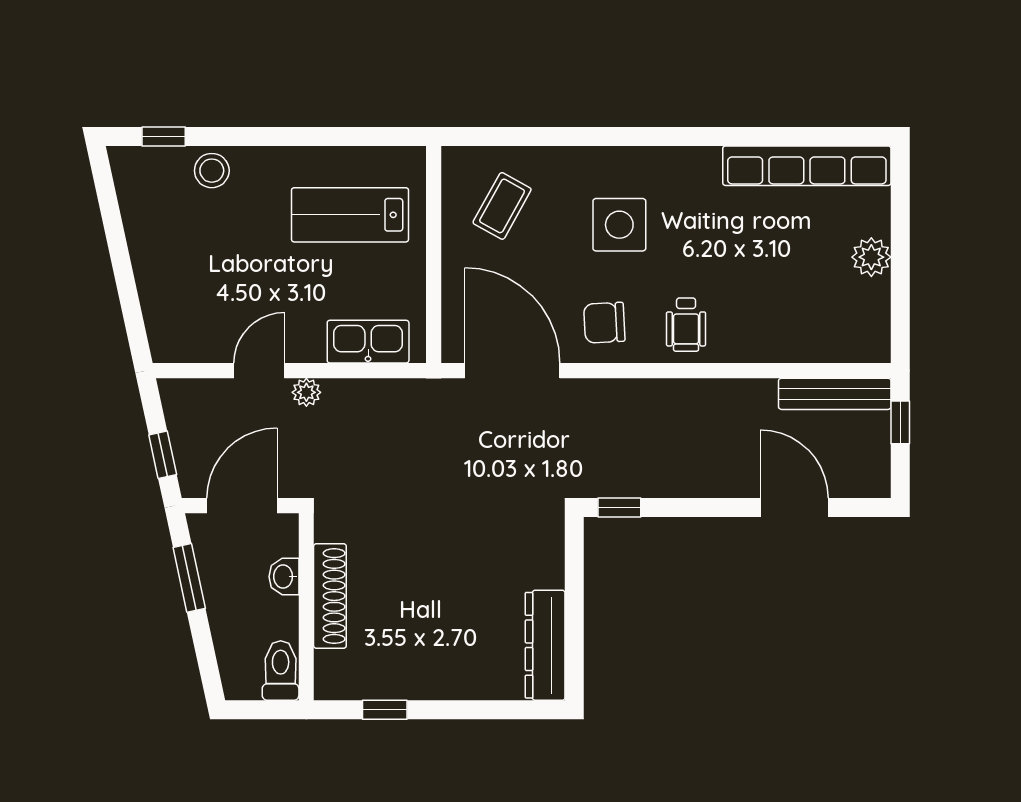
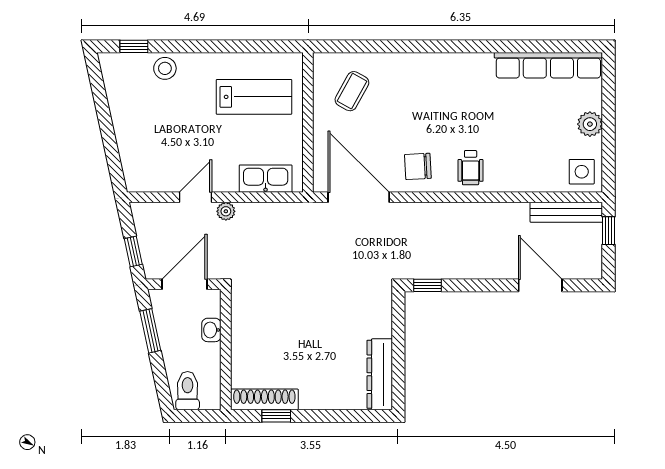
lab bench: (350, 215) -> (254, 97), turned 180
side table: (619, 225) -> (582, 172), moved, width x0.73, depth x0.73
shoe rack: (330, 596) -> (264, 399), moved, turned -90
toilet: (281, 671) -> (188, 391), moved

